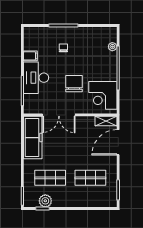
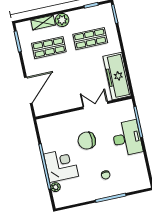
filing cabinet: (30, 56) -> (138, 159), removed
chair: (74, 84) -> (87, 141), turned 90
corner desk: (103, 95) -> (61, 165), moved
double door: (59, 115) -> (95, 105), width x0.73
shelving: (106, 121) -> (43, 23), moved
plant: (45, 201) -> (62, 20), moved

